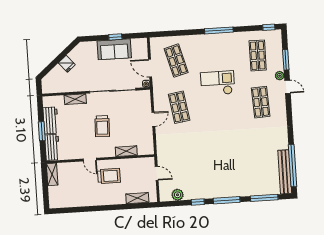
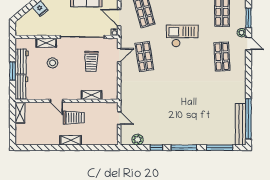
door: (153, 119) -> (119, 55), moved
stool: (83, 120) -> (53, 63), added
trolley: (102, 126) -> (91, 61), moved
shelving: (137, 198) -> (71, 140), moved

